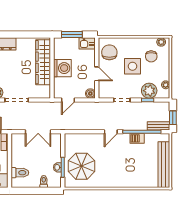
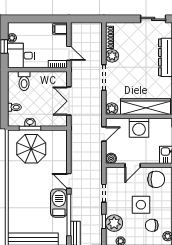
plant: (45, 93) -> (112, 109), added
door: (68, 100) -> (104, 134), swing flipped
barbecue: (137, 138) -> (59, 203), width x1.88, depth x1.53

